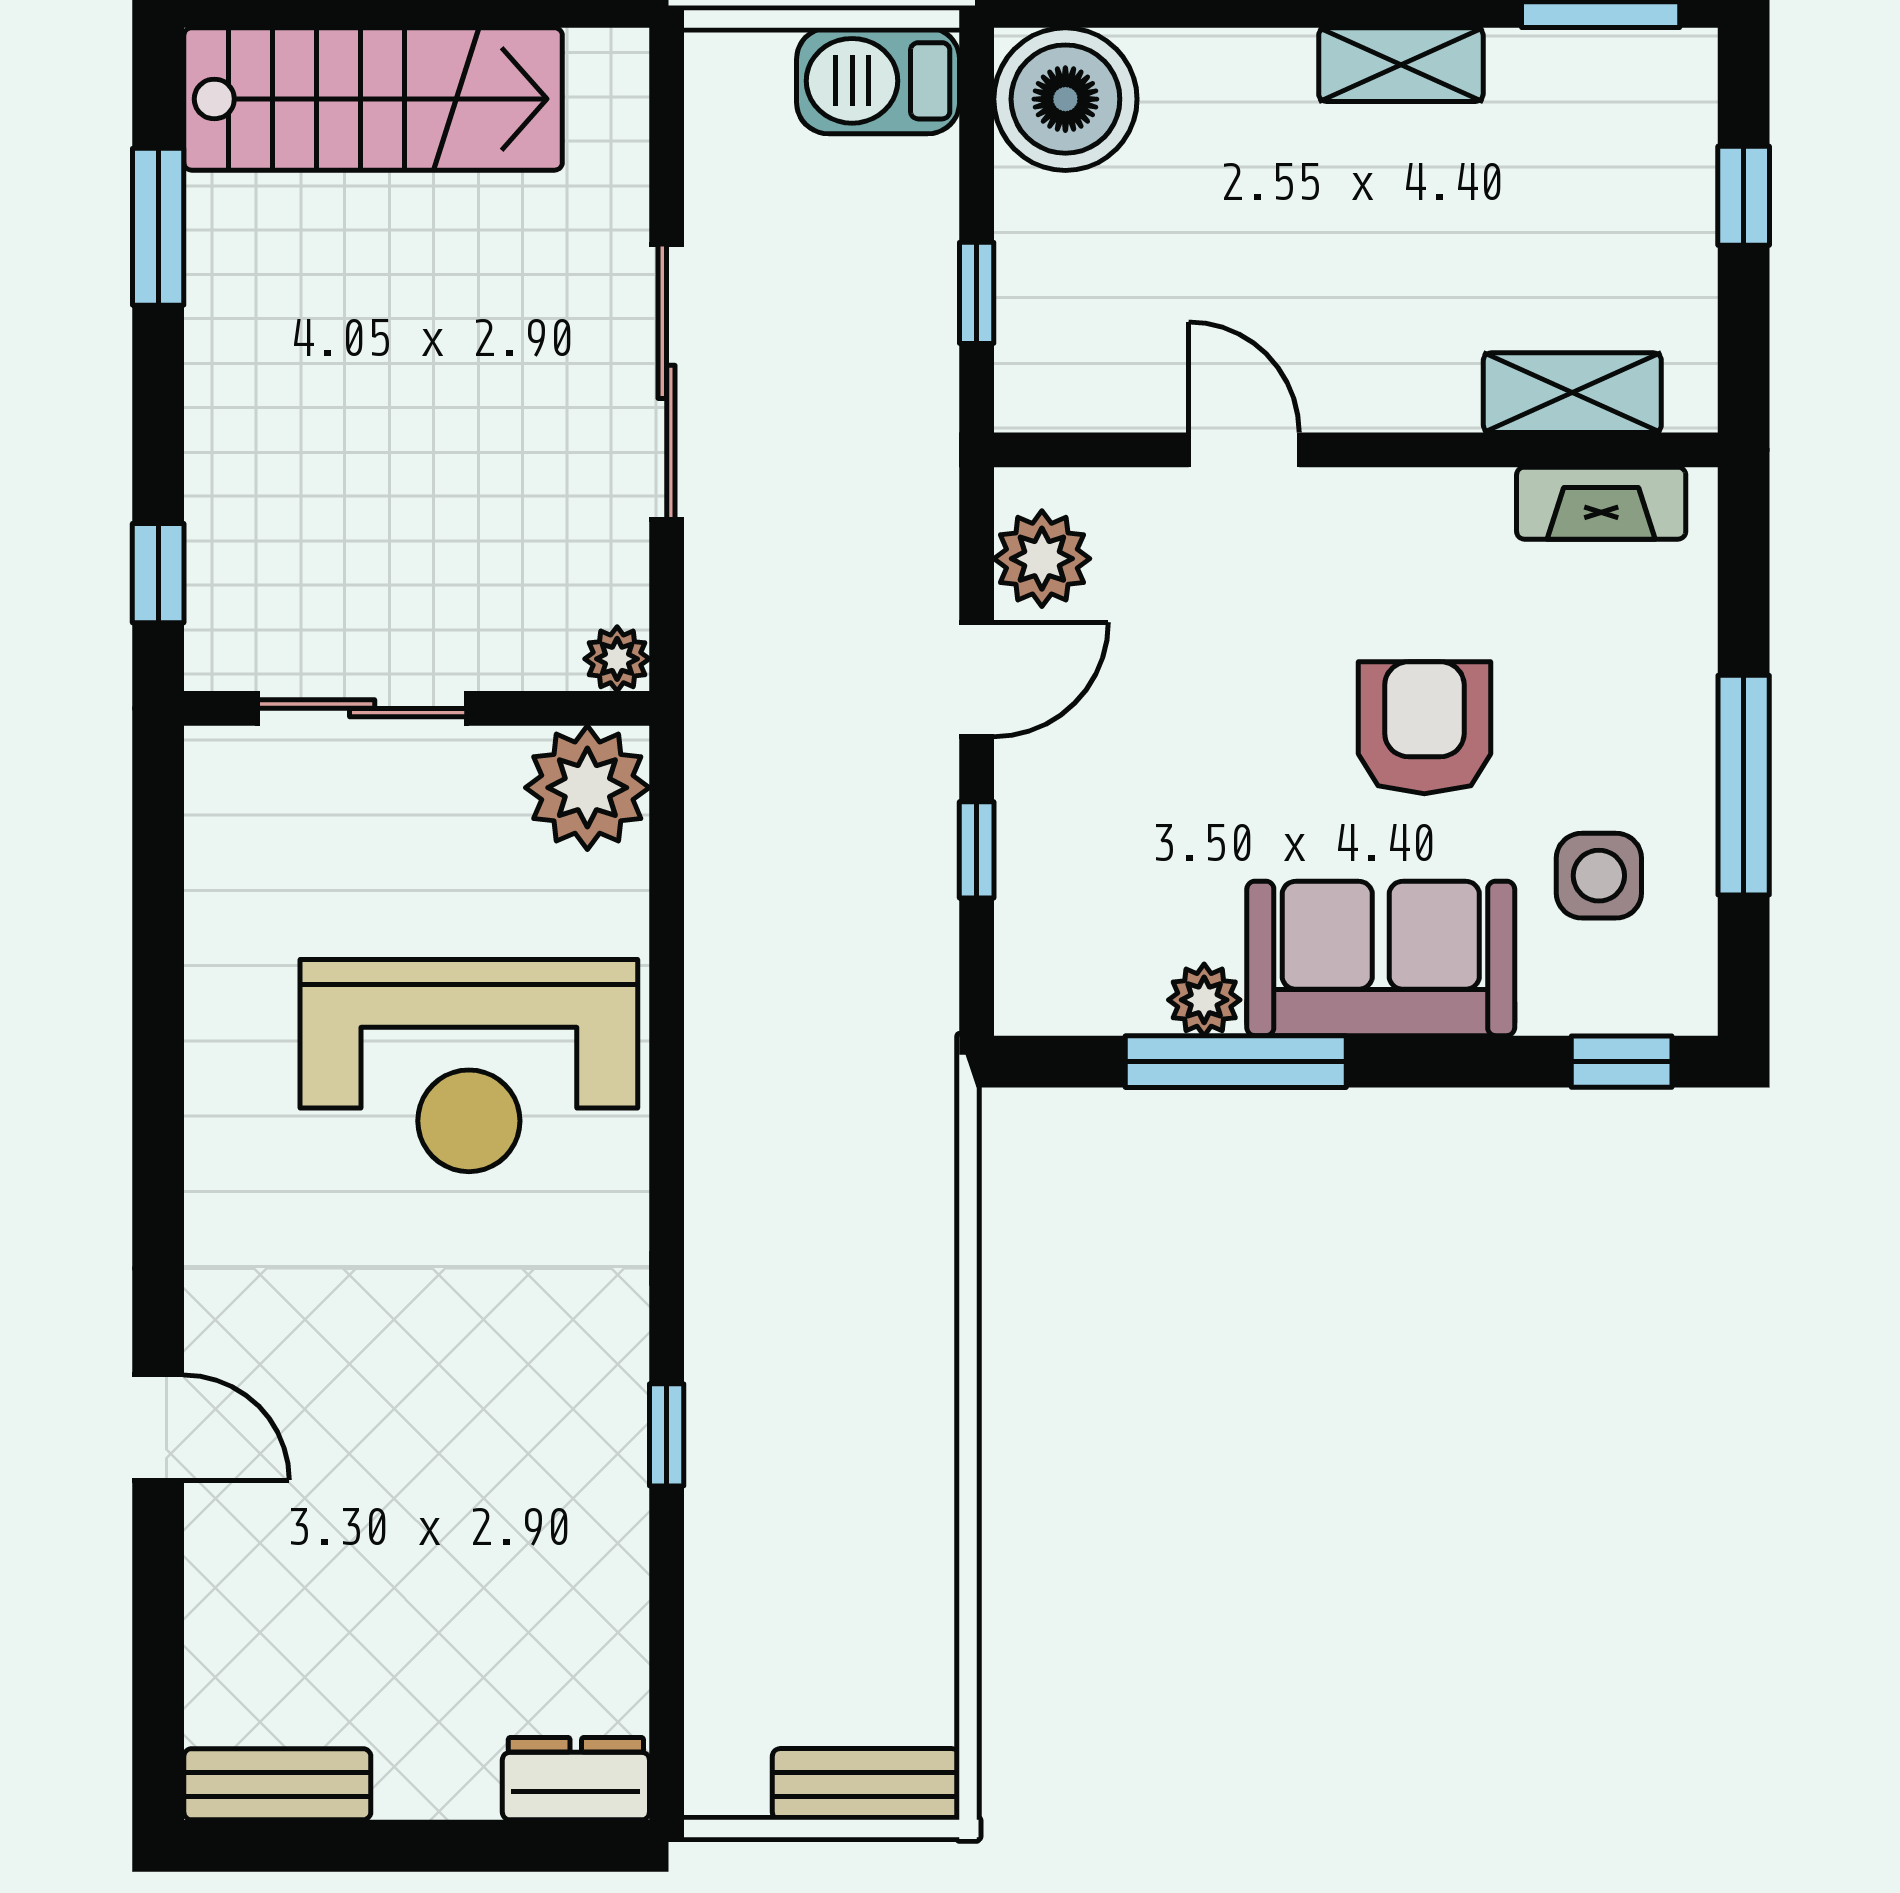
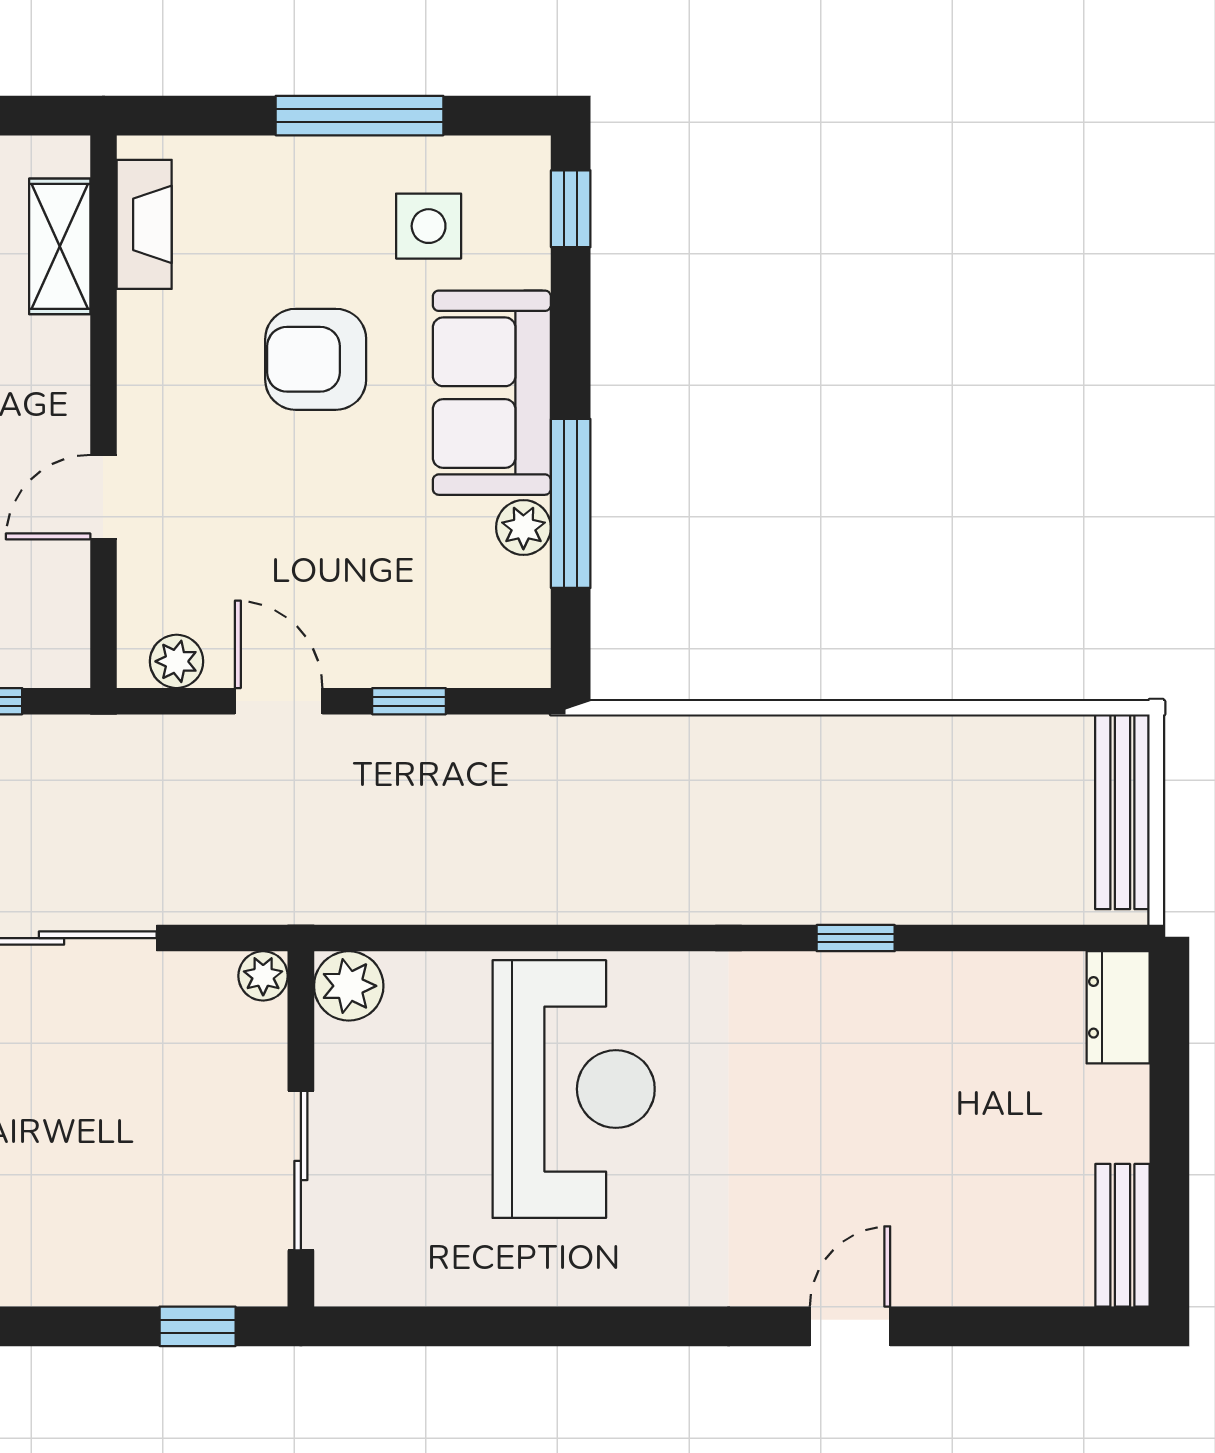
plant: (1042, 559) -> (177, 661), width x0.73, depth x0.73
plant: (587, 788) -> (349, 986), width x0.73, depth x0.73
bench: (866, 1784) -> (1122, 812), width x1.36

